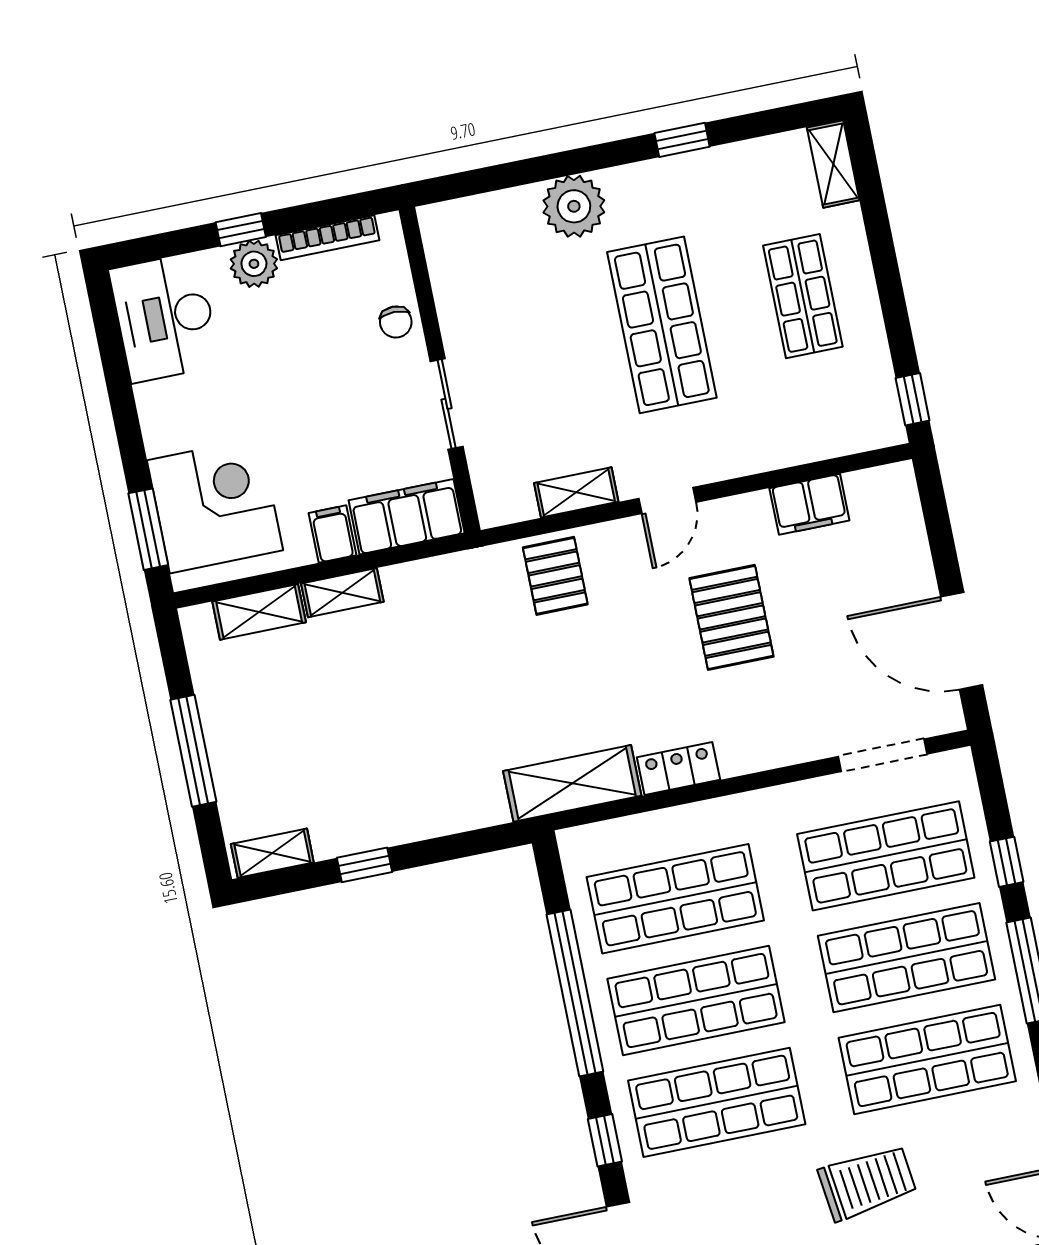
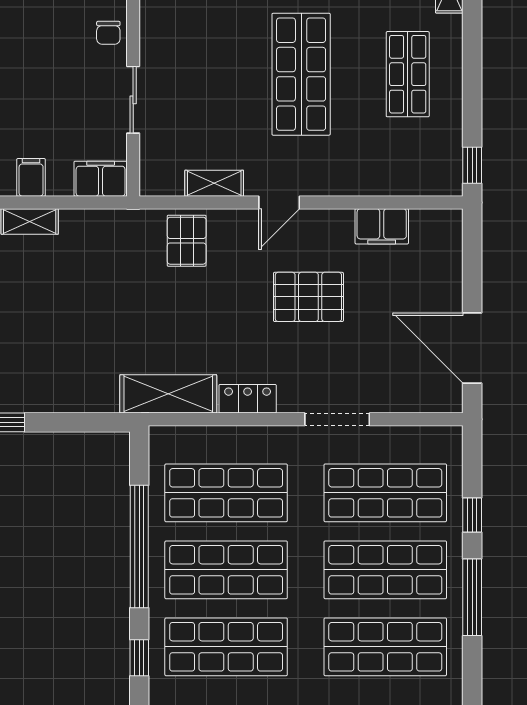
filing cabinet: (407, 517) -> (101, 179), width x0.67, depth x0.86
pallet: (731, 617) -> (308, 297), turned 90
doorway: (883, 755) -> (337, 419), moved

